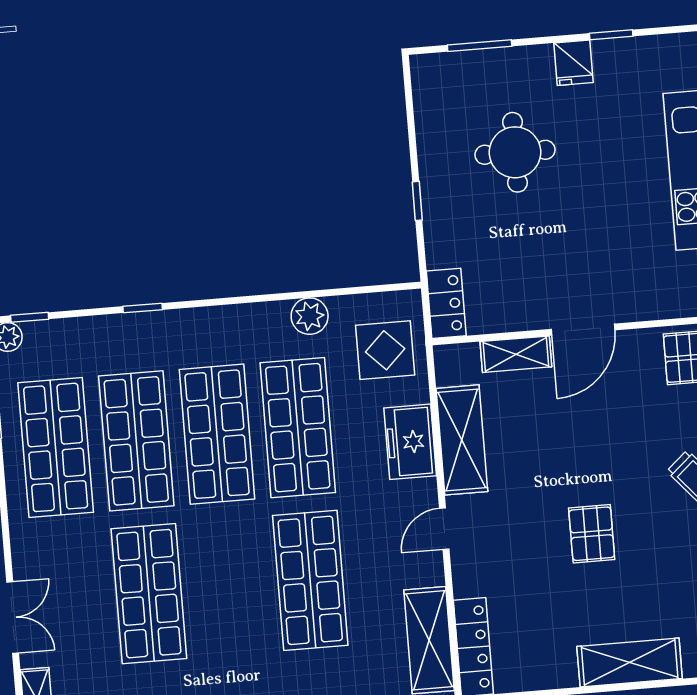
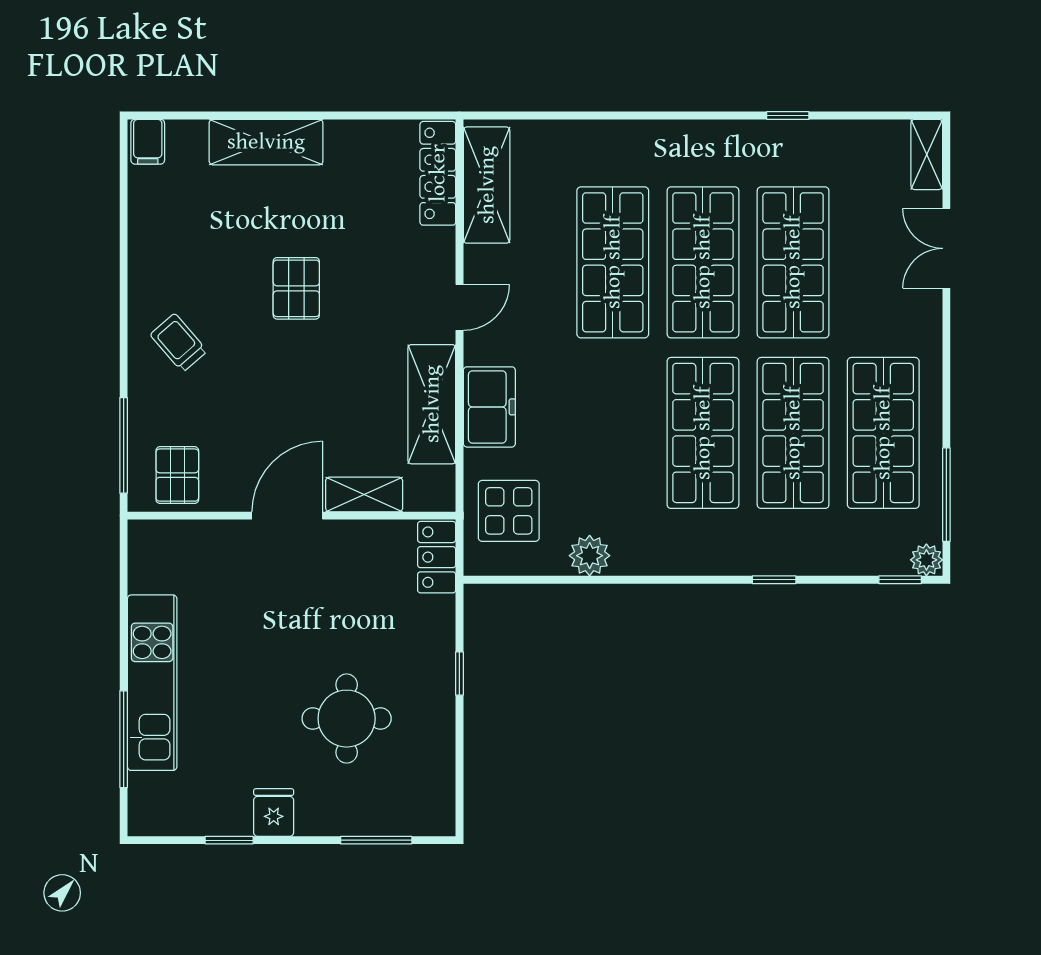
shop shelf: (298, 428) -> (703, 262), moved

